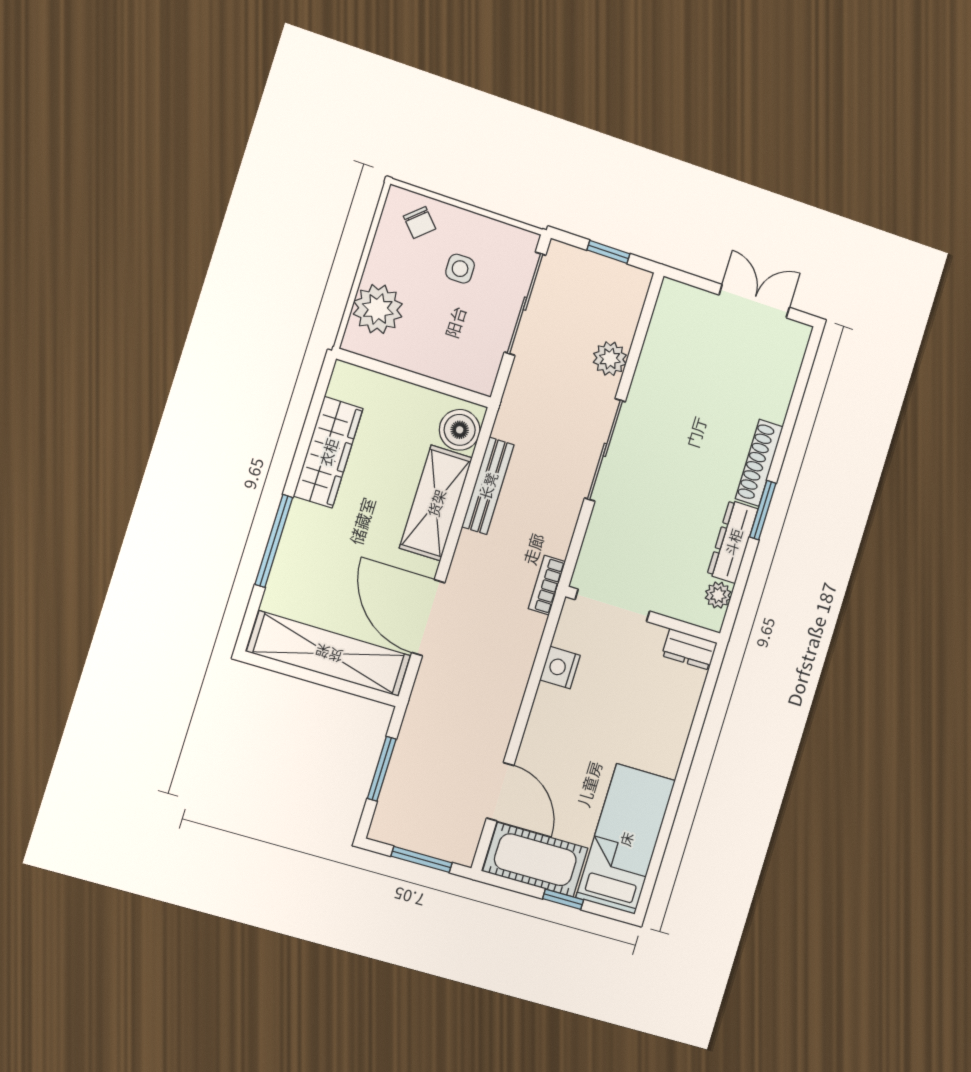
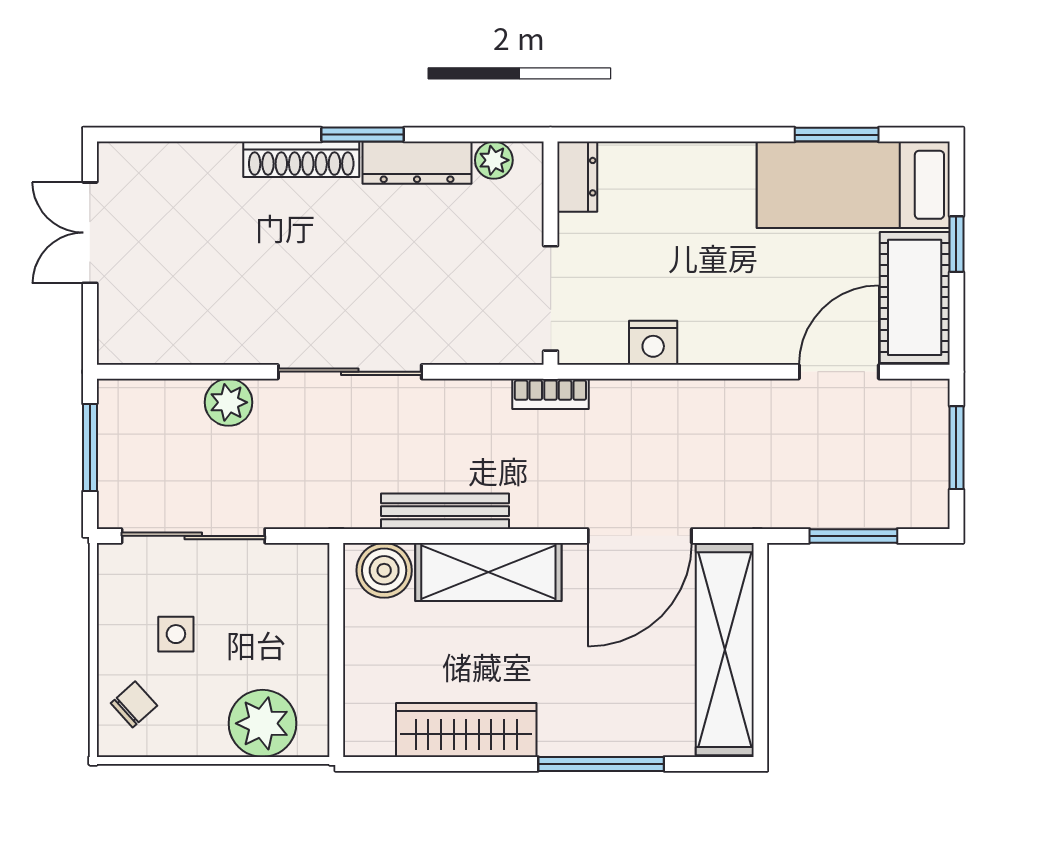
window: (608, 252) -> (90, 448), width x1.50
window: (663, 837) -> (837, 135), added

